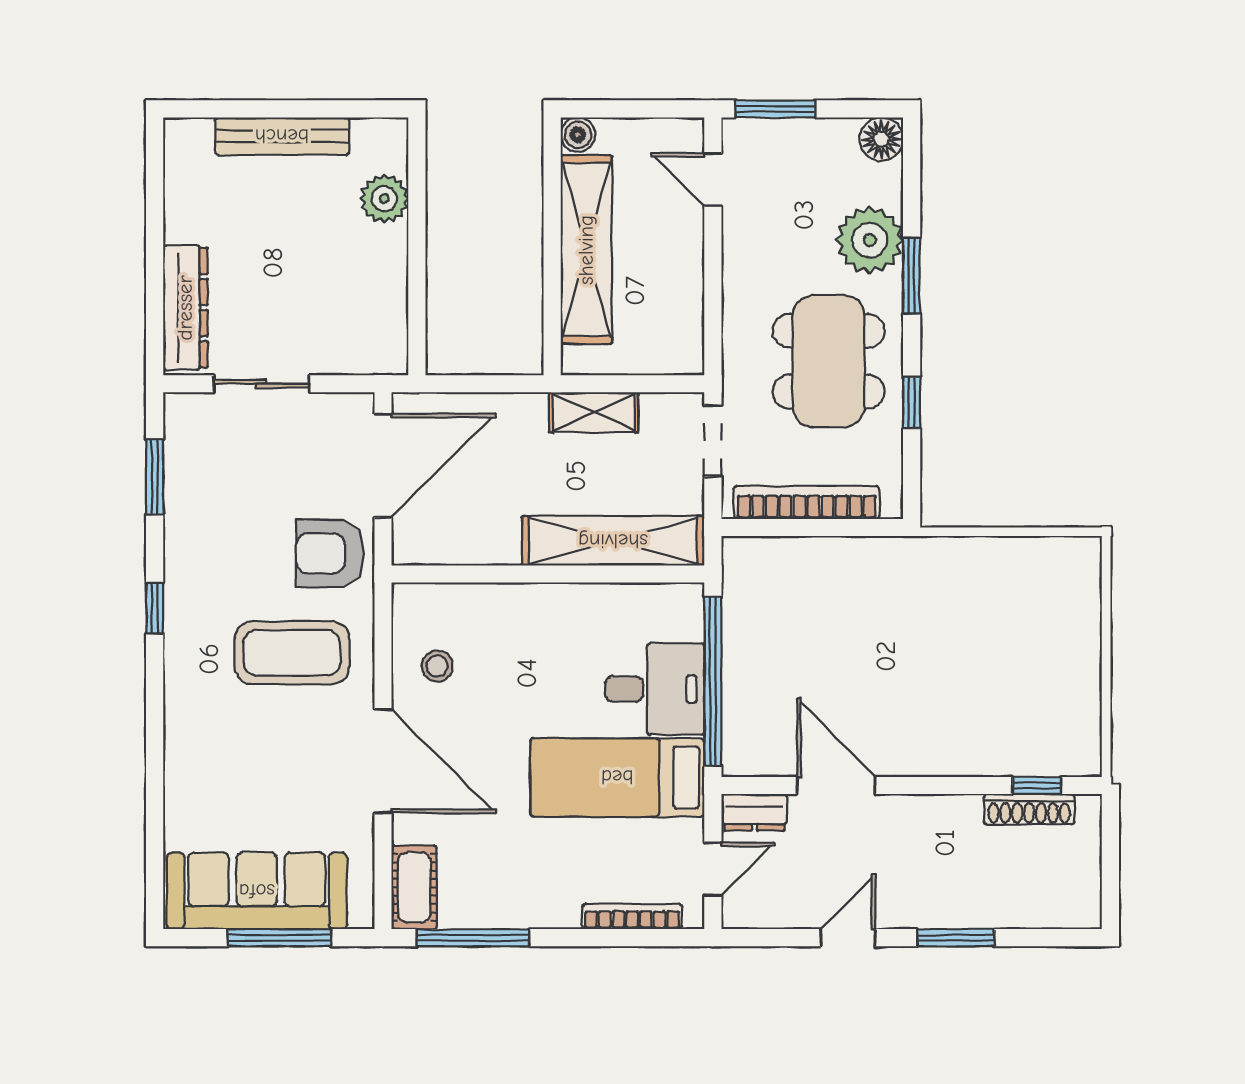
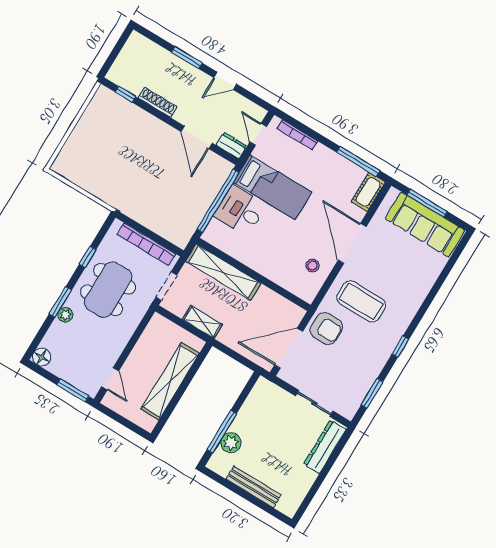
boiler: (578, 135) -> (148, 424), removed
window: (417, 210) -> (222, 432), added
plant: (870, 240) -> (65, 315), width x0.53, depth x0.53
shoe rack: (1029, 809) -> (158, 102), moved
door: (713, 869) -> (258, 134), hinge flipped

